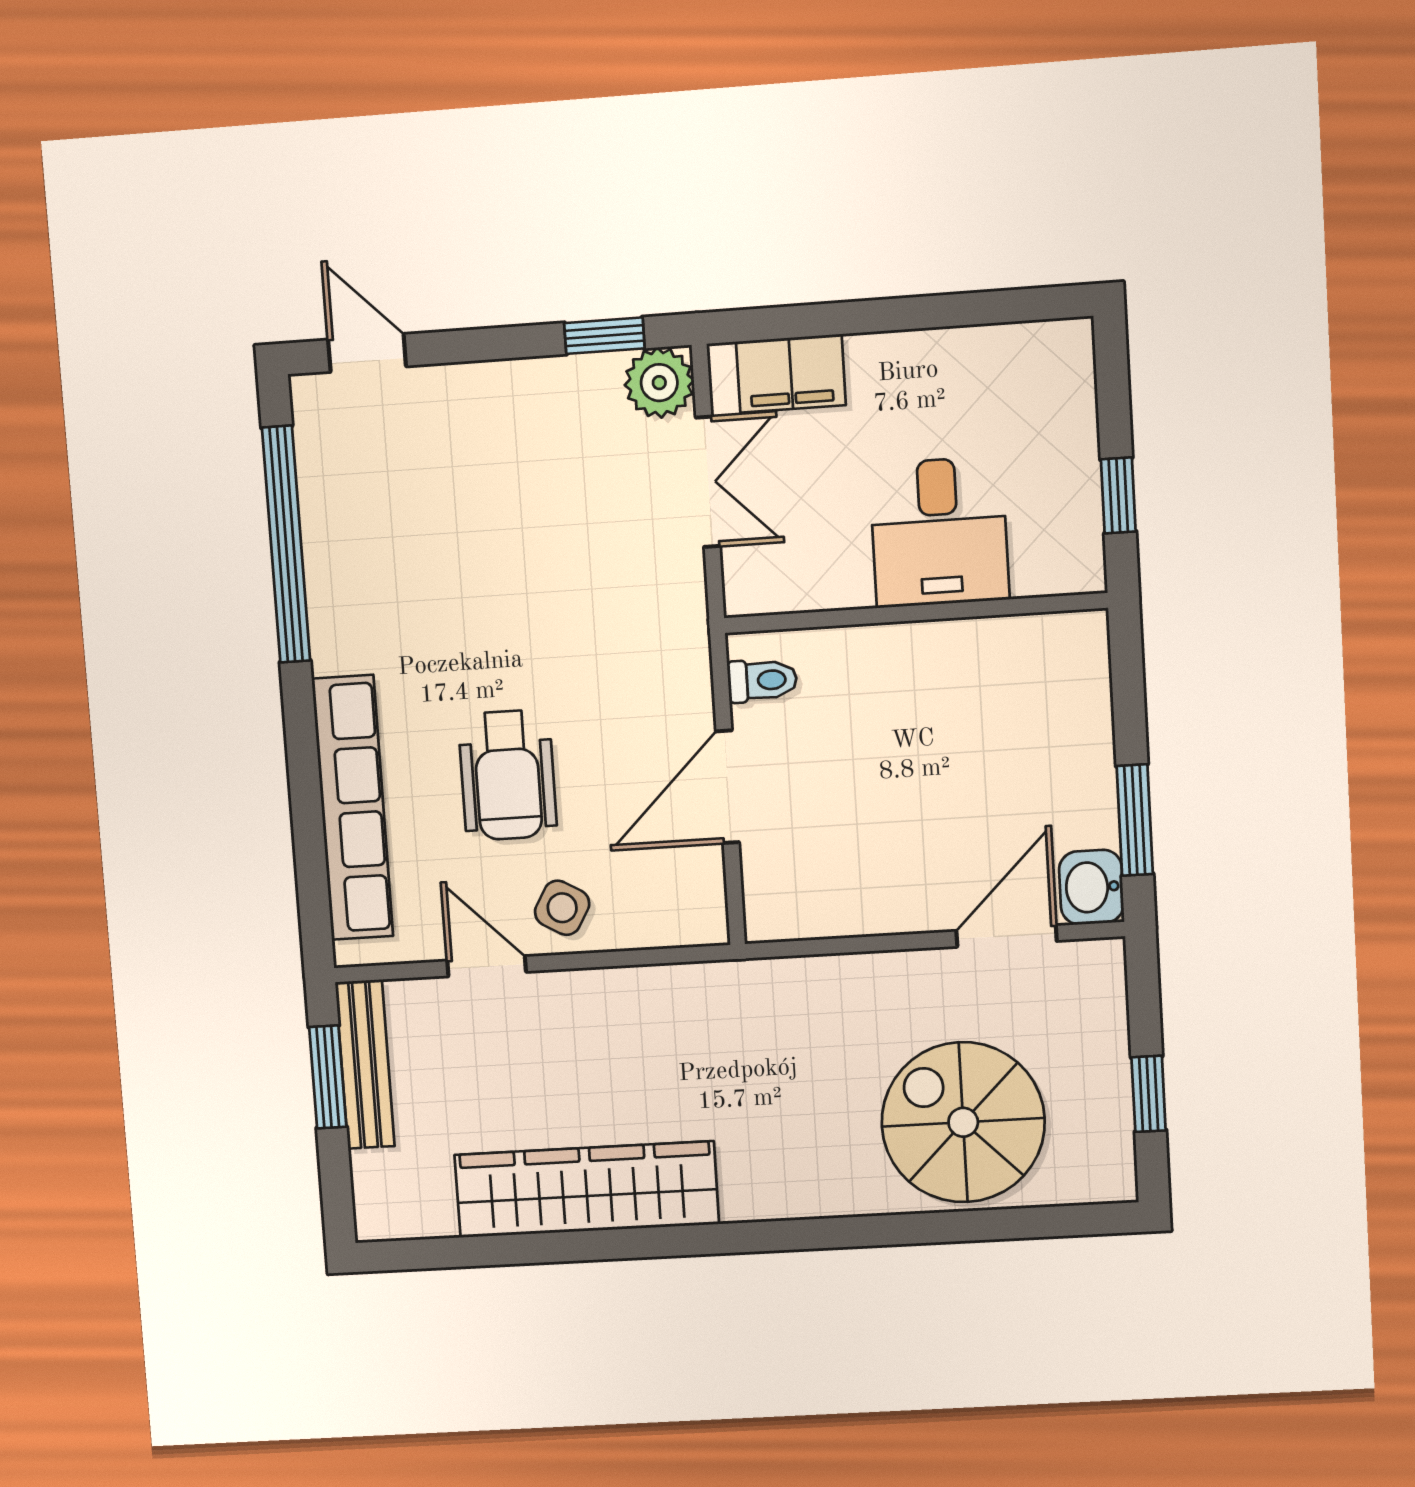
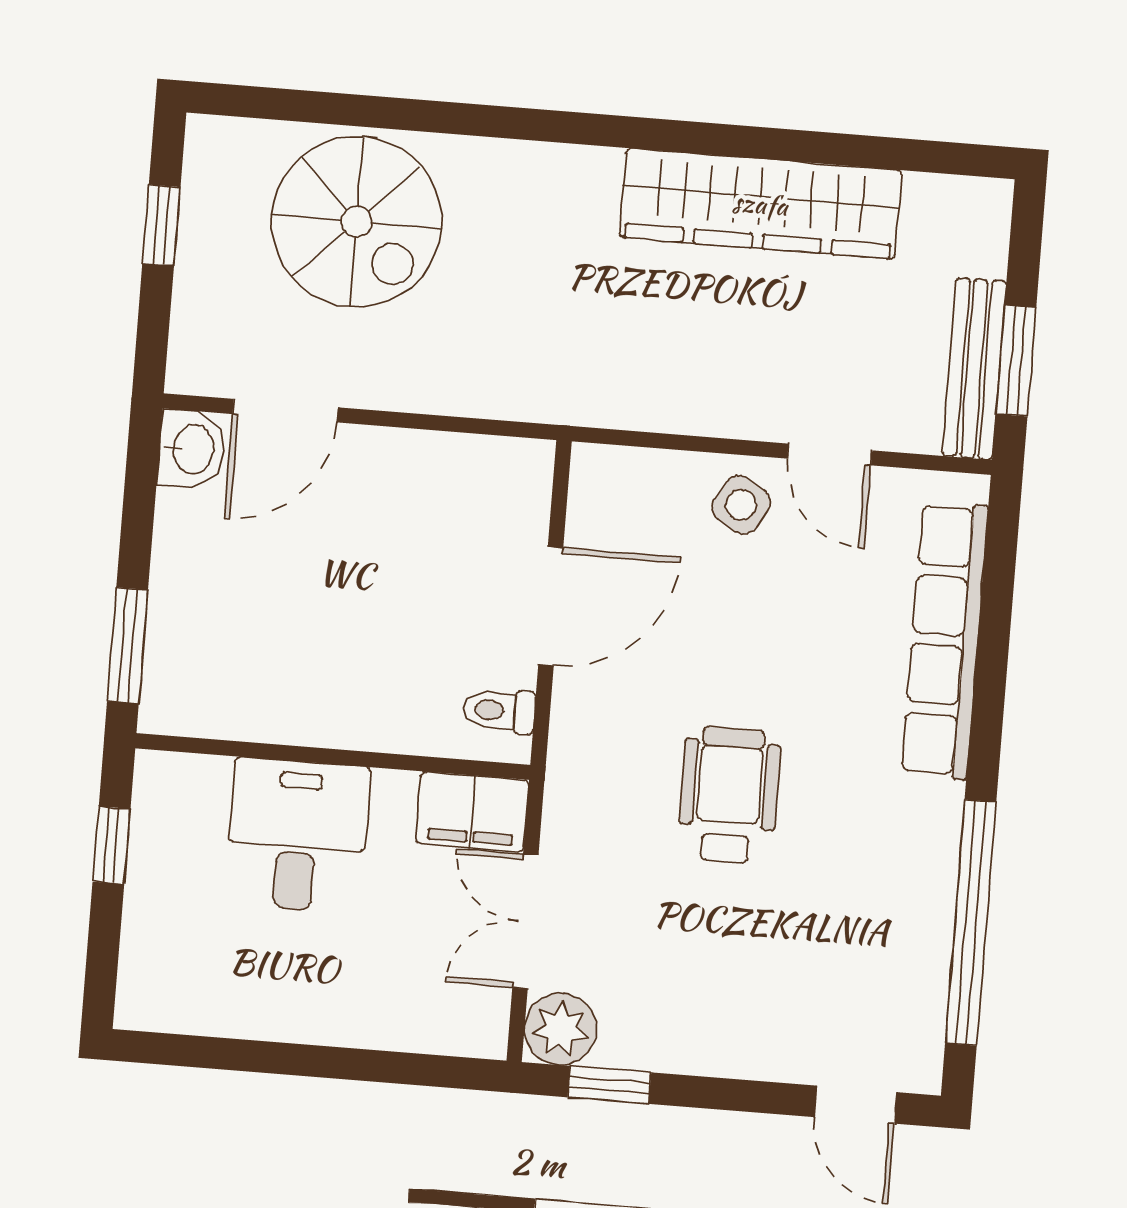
filing cabinet: (791, 373) -> (472, 812), moved, turned 180
wheelchair: (508, 775) -> (729, 795), moved
window: (1135, 820) -> (128, 645), moved

